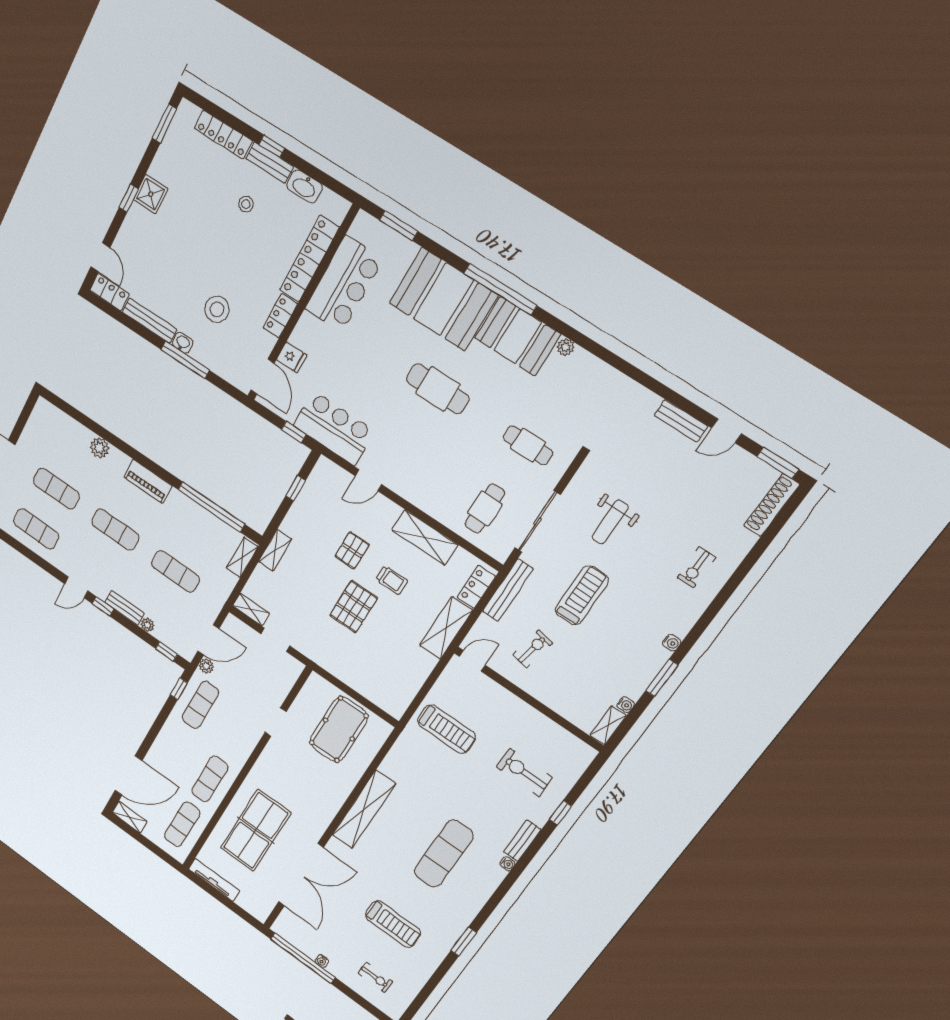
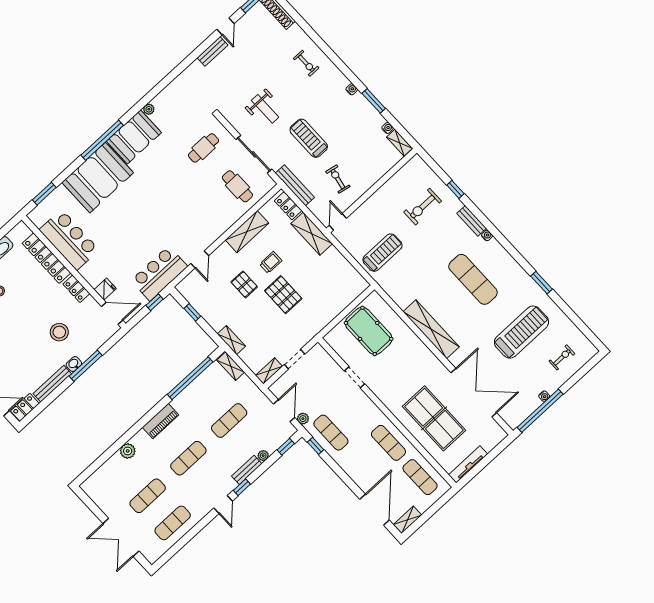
cafe table: (438, 389) -> (152, 196), removed
treadmill: (393, 924) -> (521, 332), width x1.37, depth x1.38

